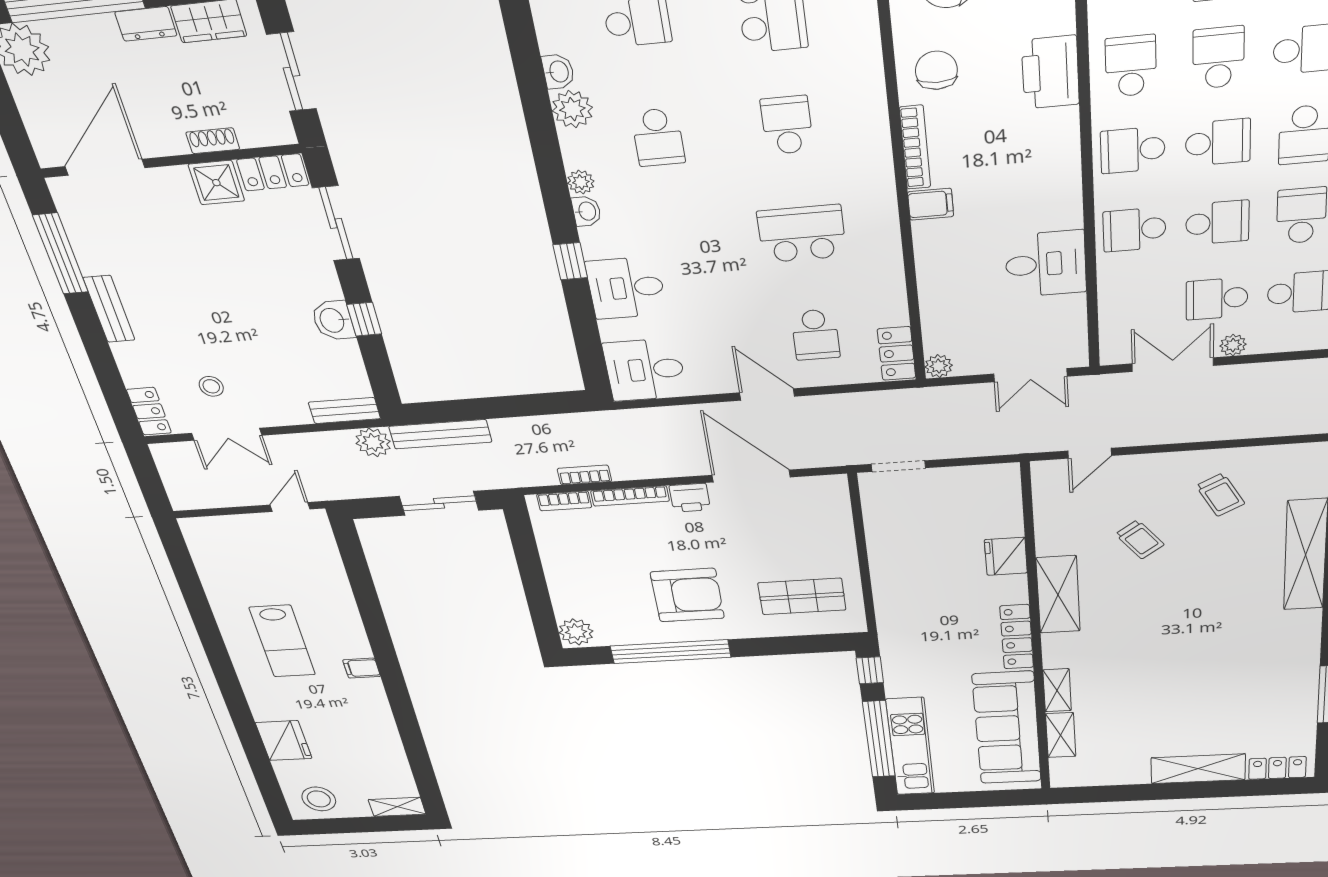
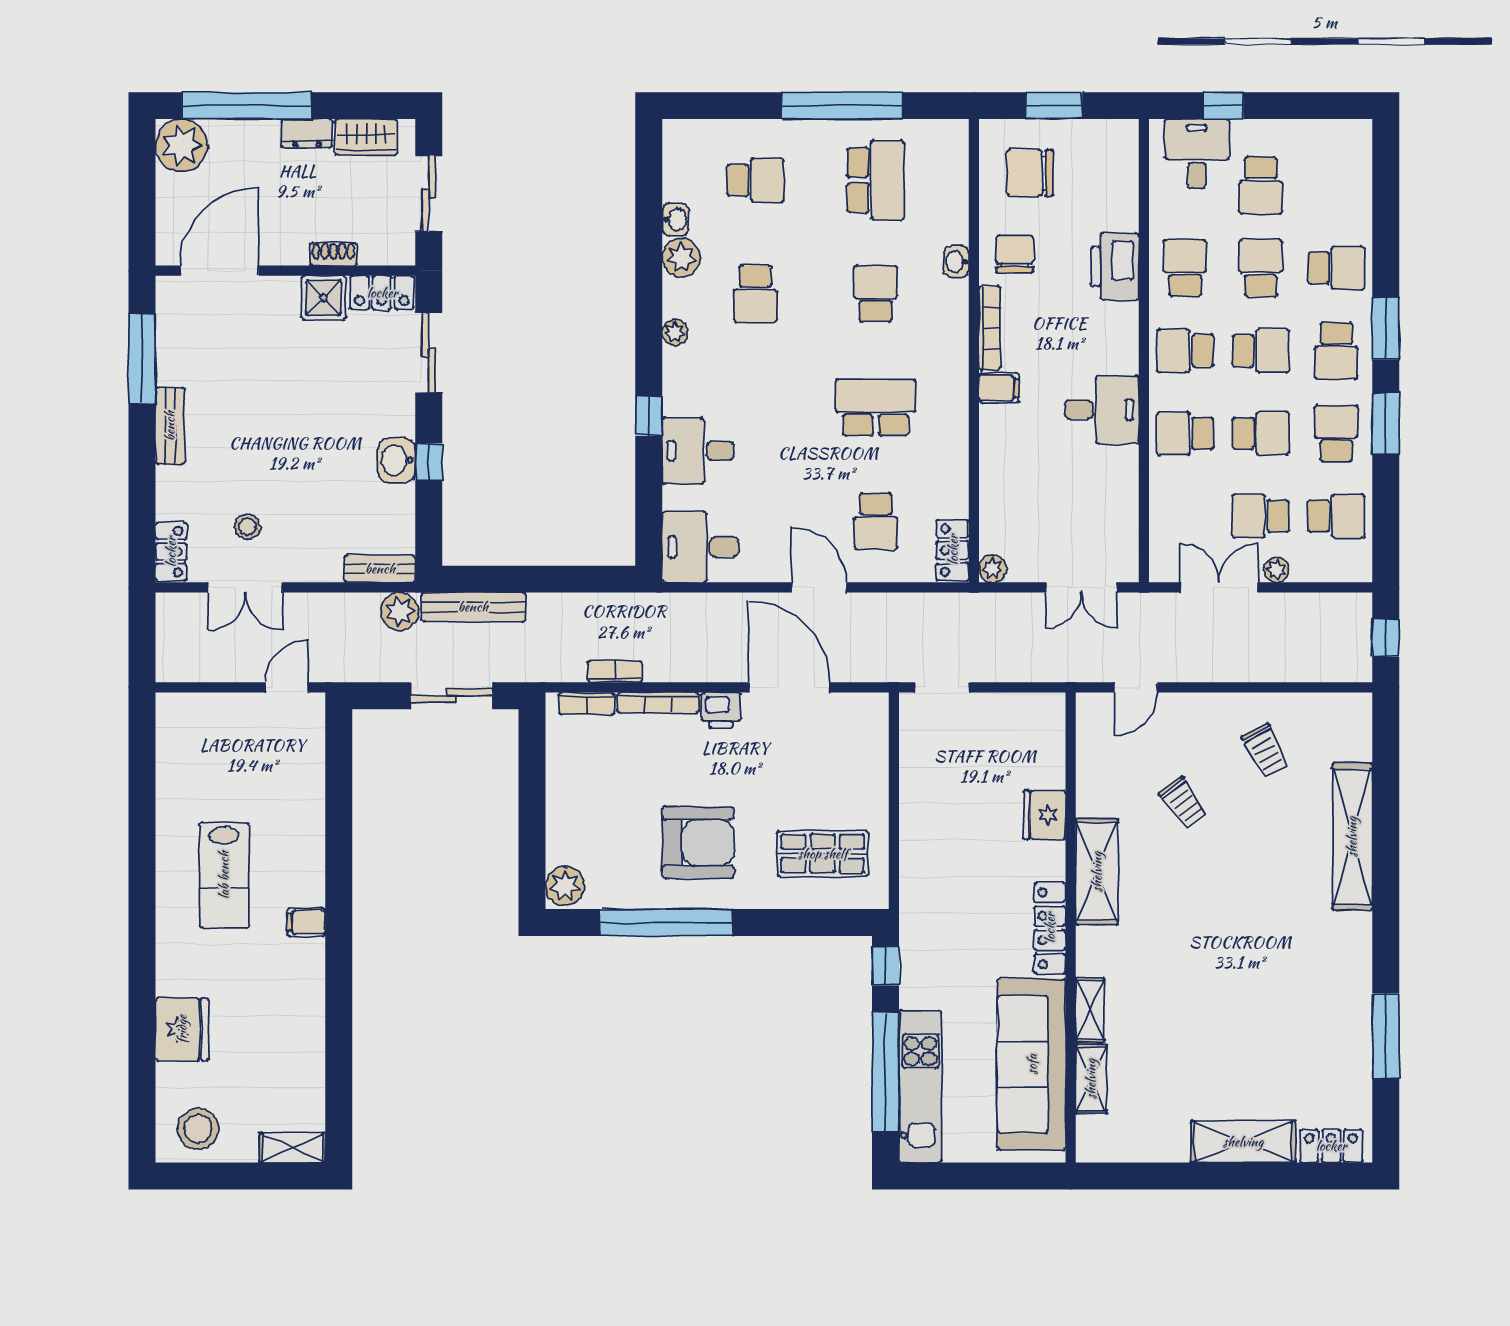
washbasin: (587, 211) -> (956, 262), moved, turned 180
desk: (1046, 264) -> (1102, 410), moved

